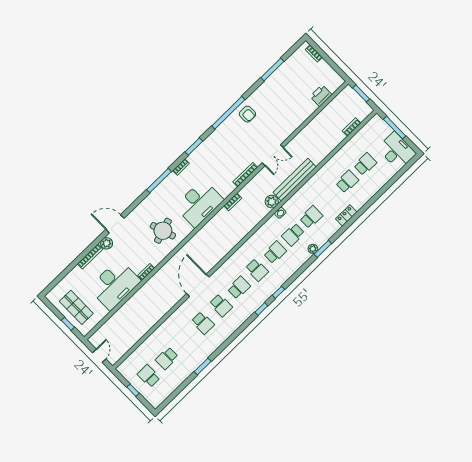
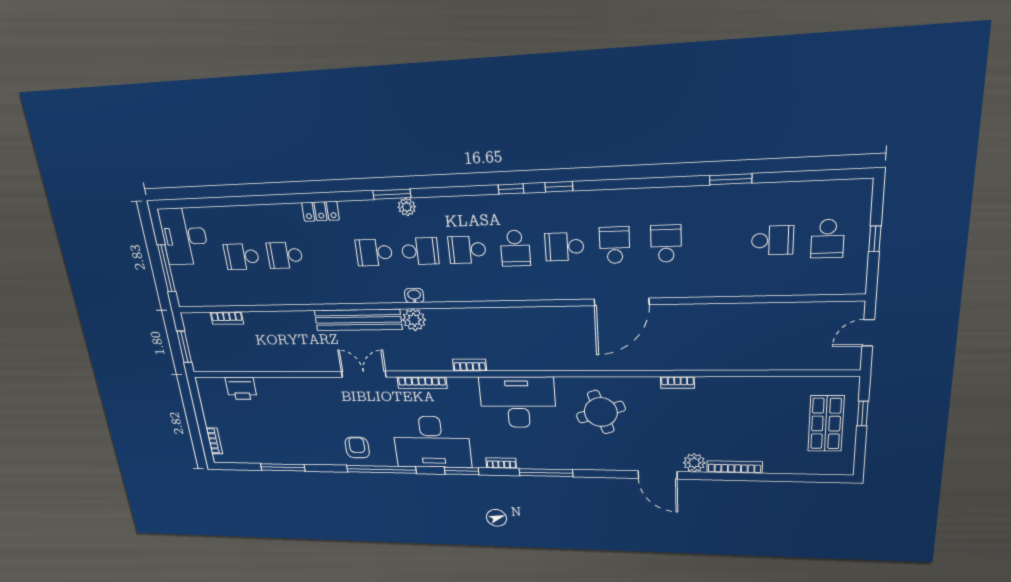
school desk: (257, 270) -> (515, 248), turned 180
desk: (115, 285) -> (432, 442), moved, turned 180

